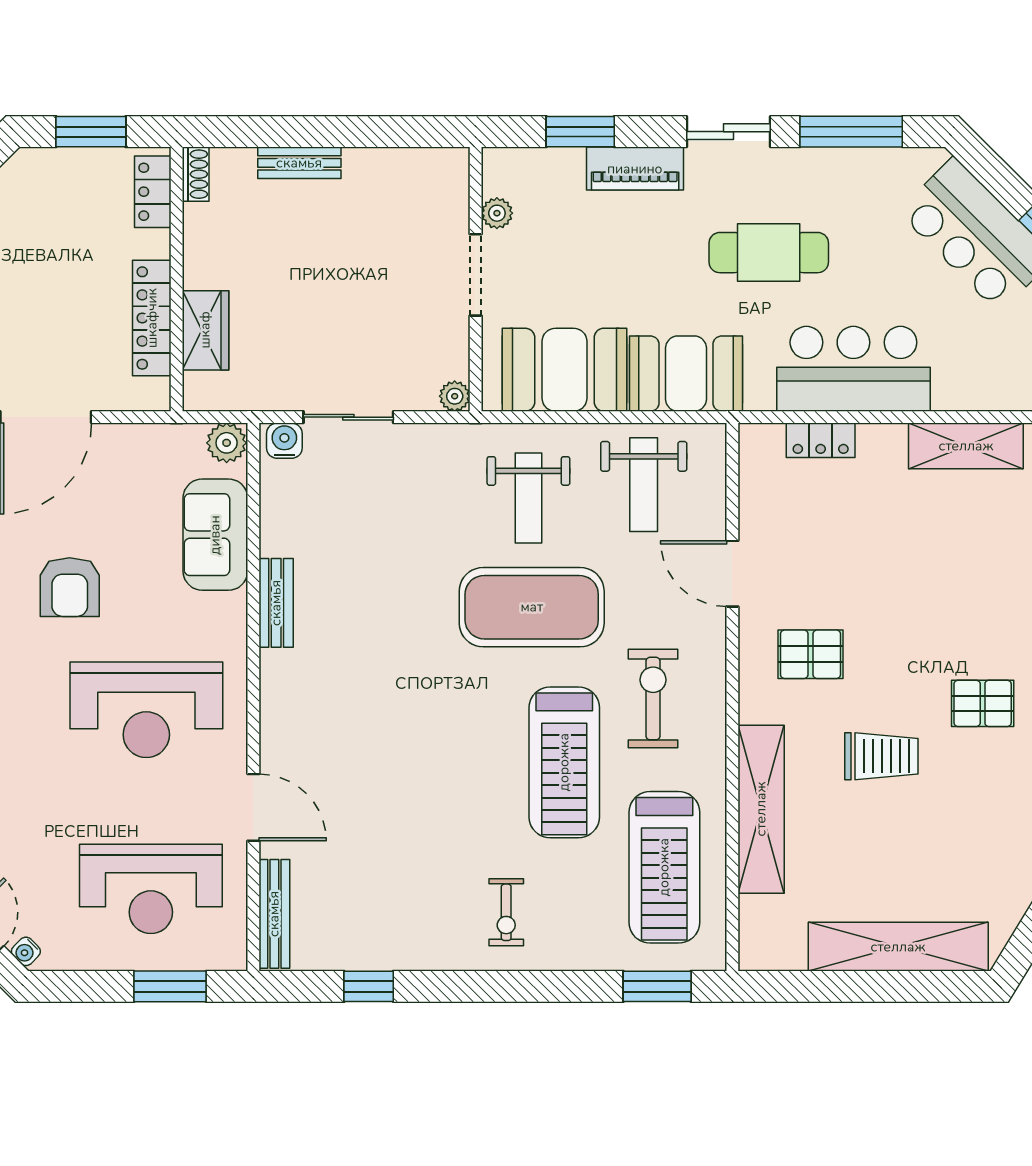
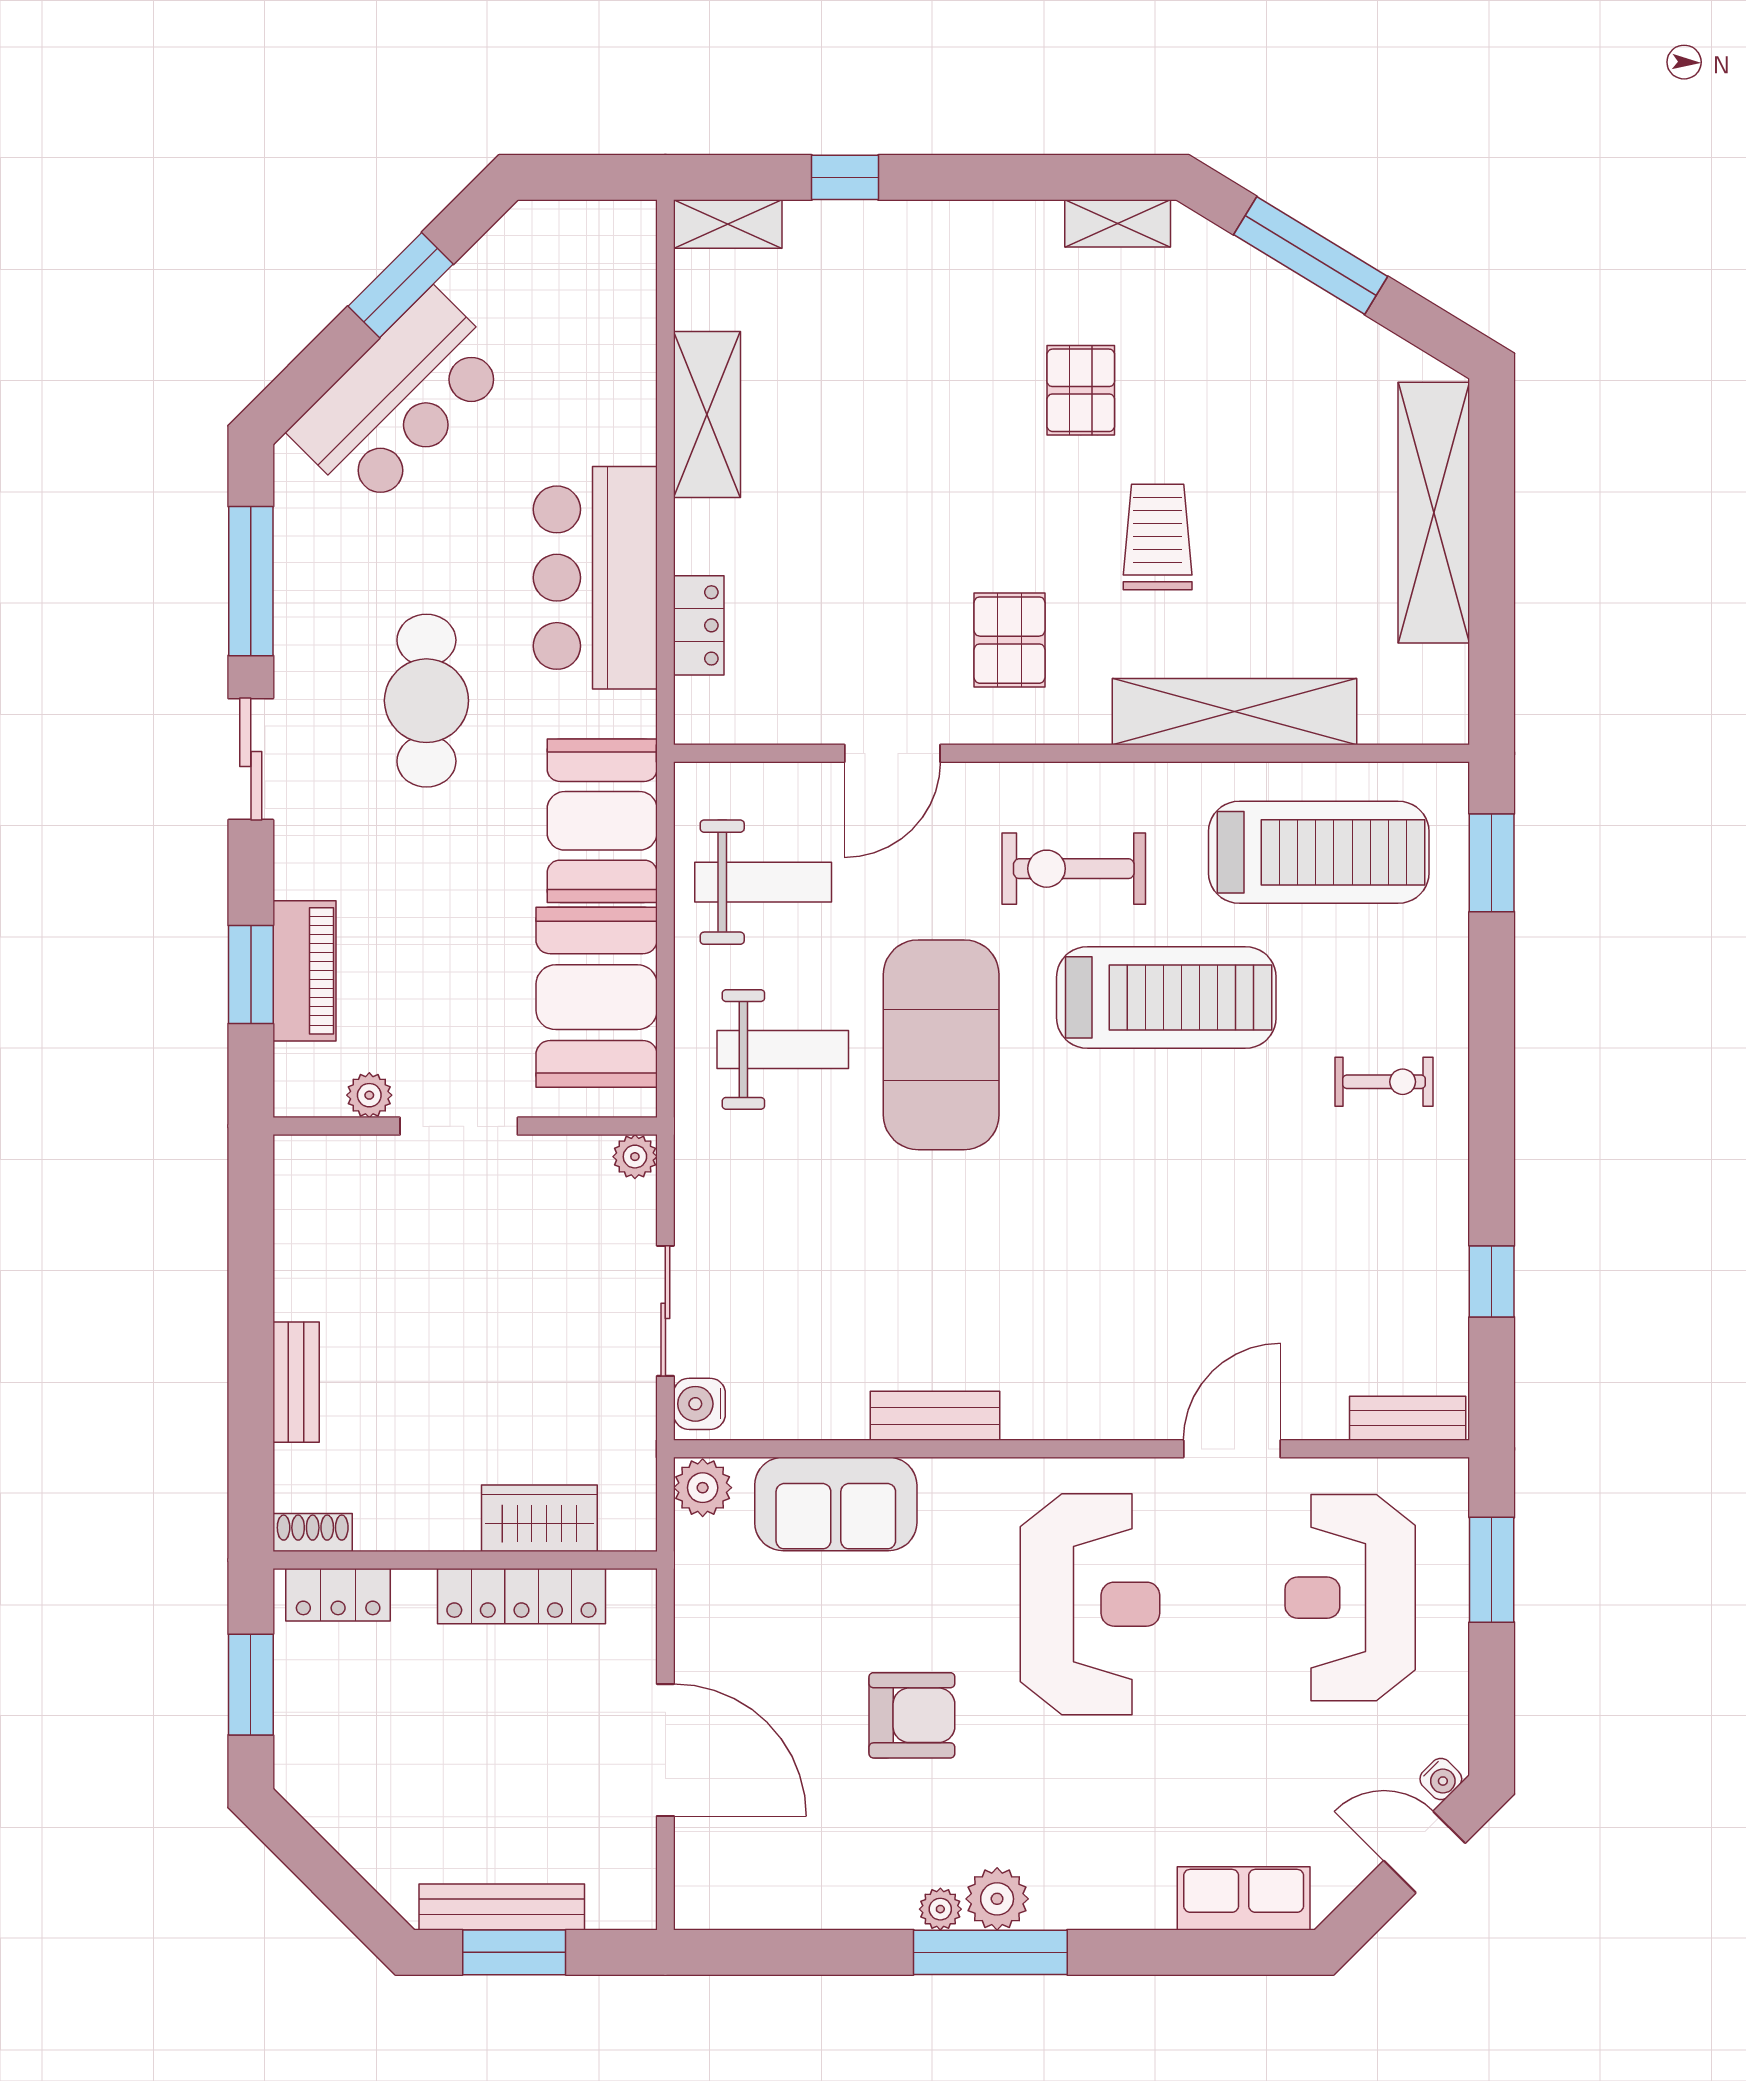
piano: (635, 169) -> (305, 971), moved
reception desk: (151, 889) -> (1350, 1598), turned 180
bench: (274, 914) -> (1408, 1418), width x0.73

